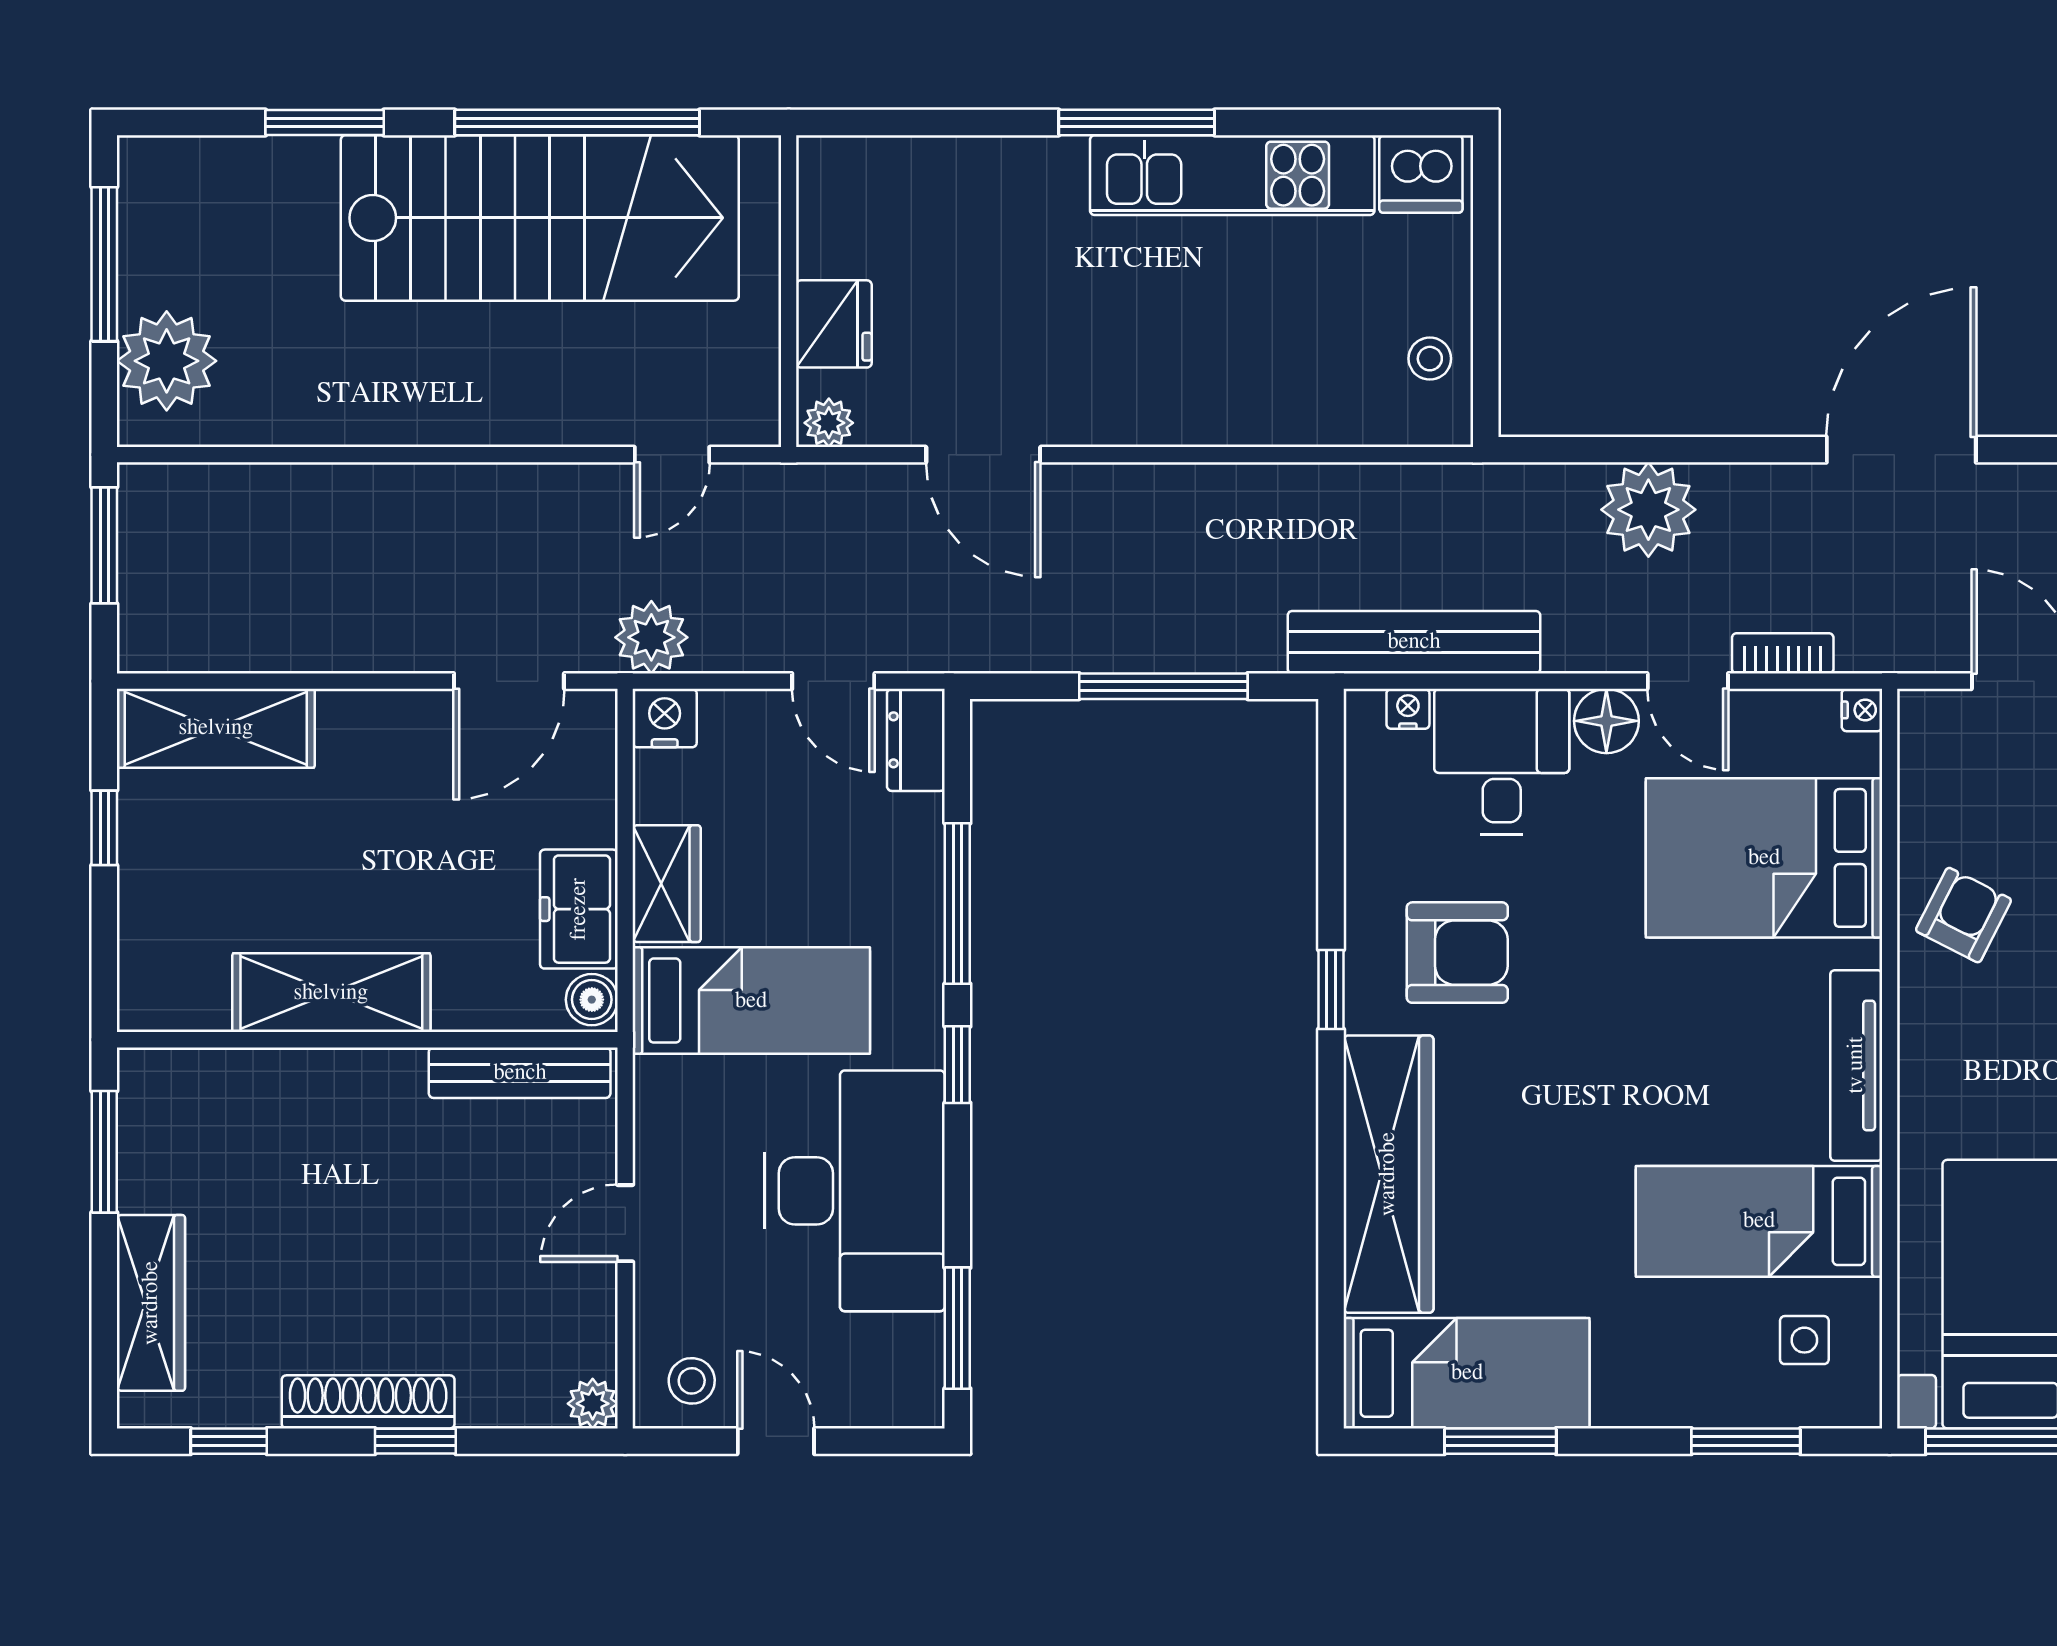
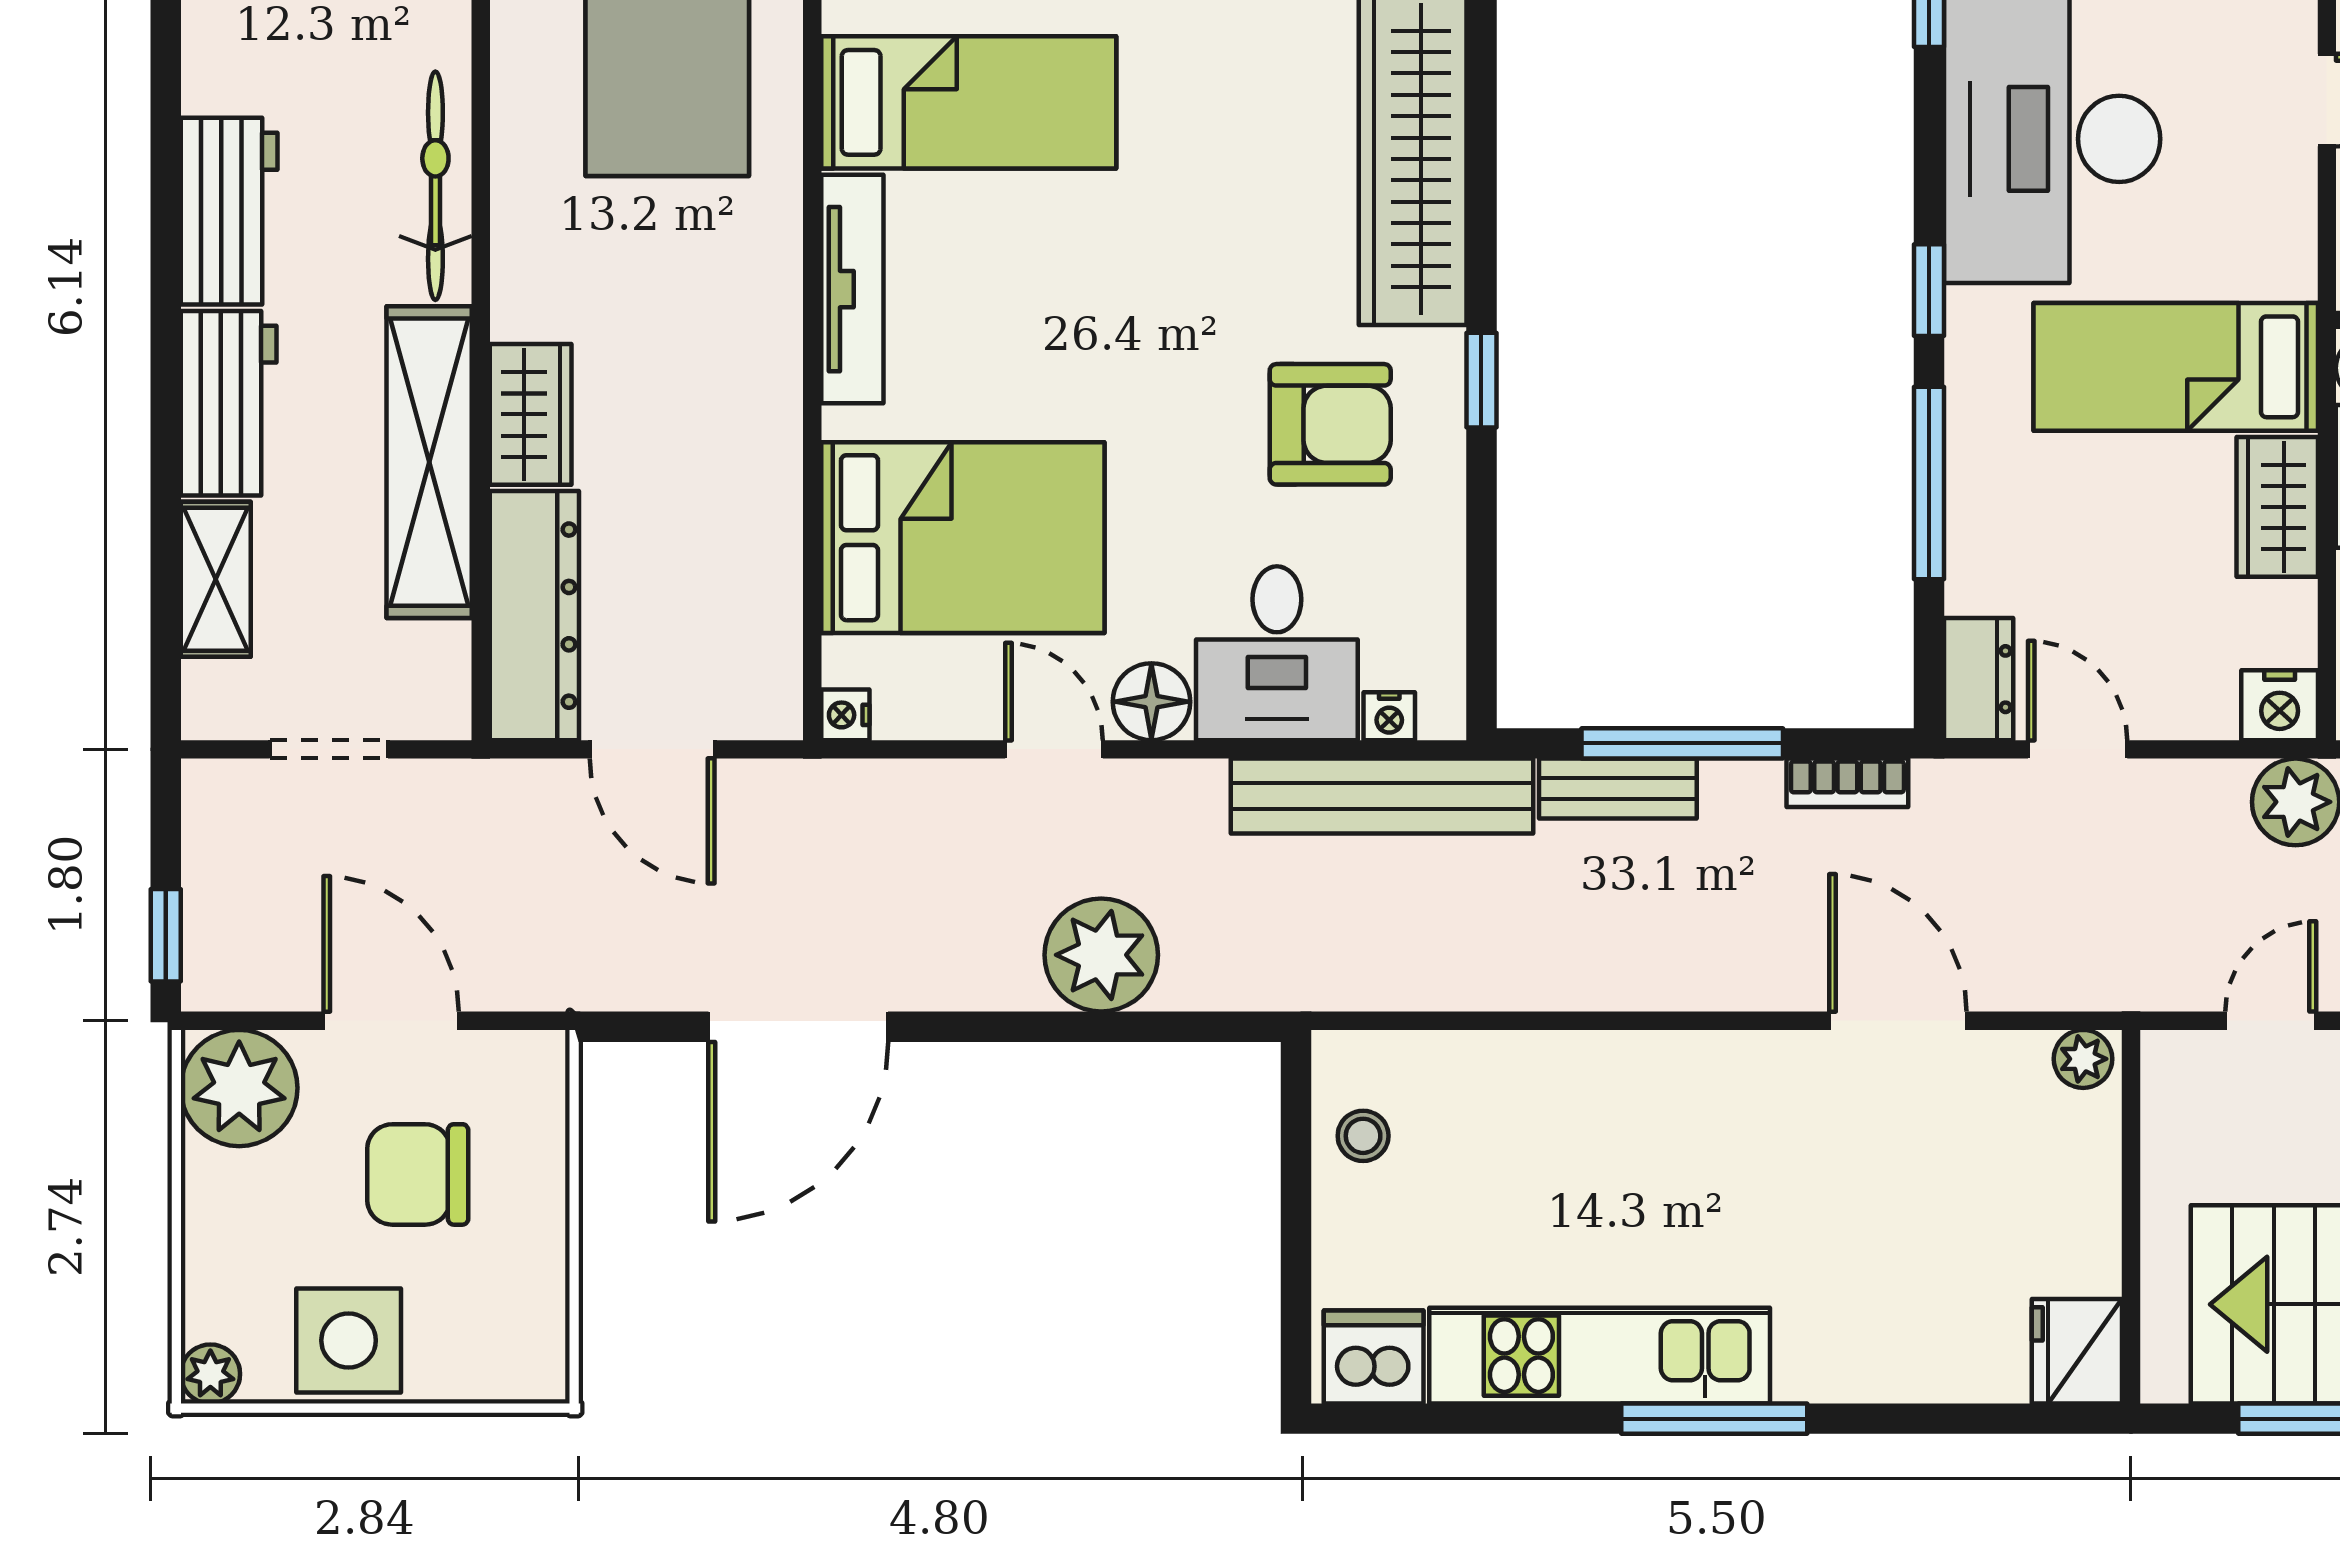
fridge: (834, 324) -> (2077, 1351), moved
bench: (1217, 649) -> (1618, 789), added
bookcase: (1783, 653) -> (1847, 783), moved
armchair: (1963, 915) -> (724, 469), removed
armchair: (1457, 953) -> (1330, 424), turned 180

